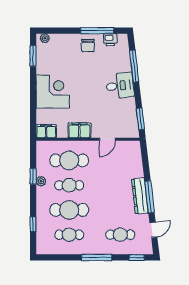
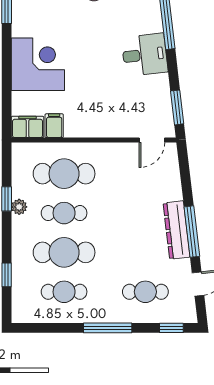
filing cabinet: (79, 130) -> (54, 126), moved, width x0.50
door: (107, 139) -> (152, 140), moved

